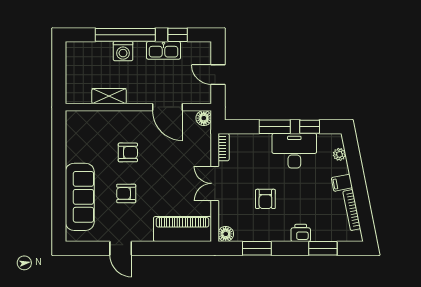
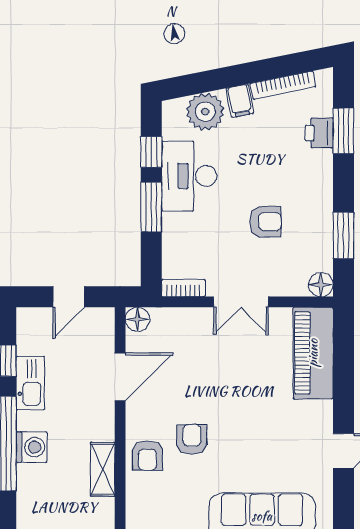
plant: (339, 154) -> (205, 112), width x1.88, depth x1.88
armchair: (126, 193) -> (147, 456), moved
printer: (301, 233) -> (319, 133), moved

